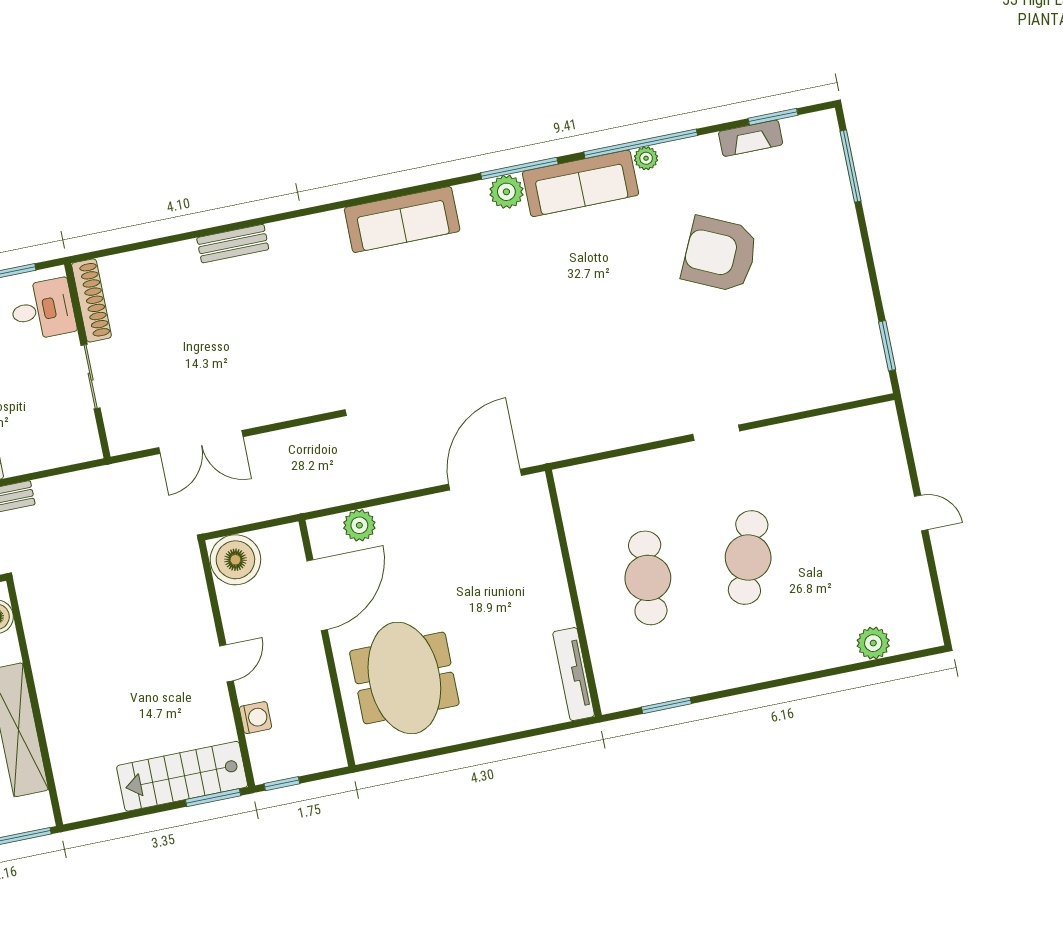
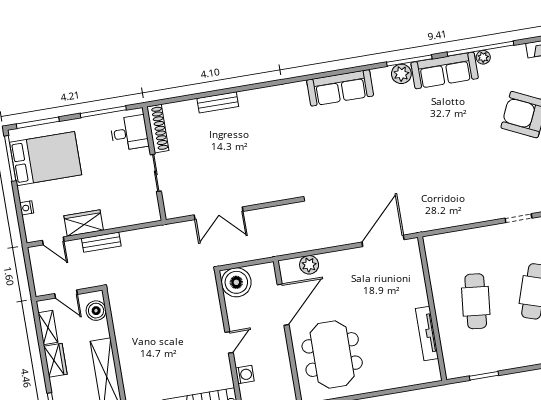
bench: (233, 244) -> (218, 102), moved
tv unit: (574, 674) -> (427, 333), moved

